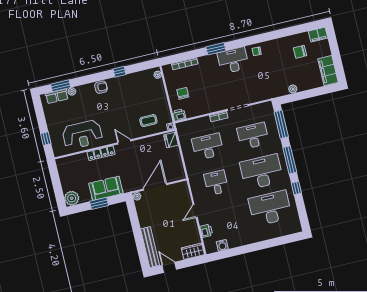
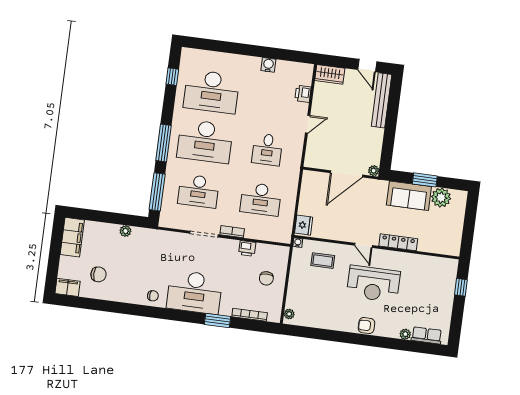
window: (216, 49) -> (218, 321), moved
desk: (233, 60) -> (195, 292), width x1.36, depth x1.30
window: (120, 72) -> (336, 336), removed
window: (61, 86) -> (417, 347), removed
printer: (179, 115) -> (247, 248), moved
reception desk: (82, 135) -> (373, 284), moved, turned 180
window: (296, 188) -> (172, 77), moved
plant: (72, 198) -> (441, 198), moved
water cooler: (222, 245) -> (268, 65), moved

